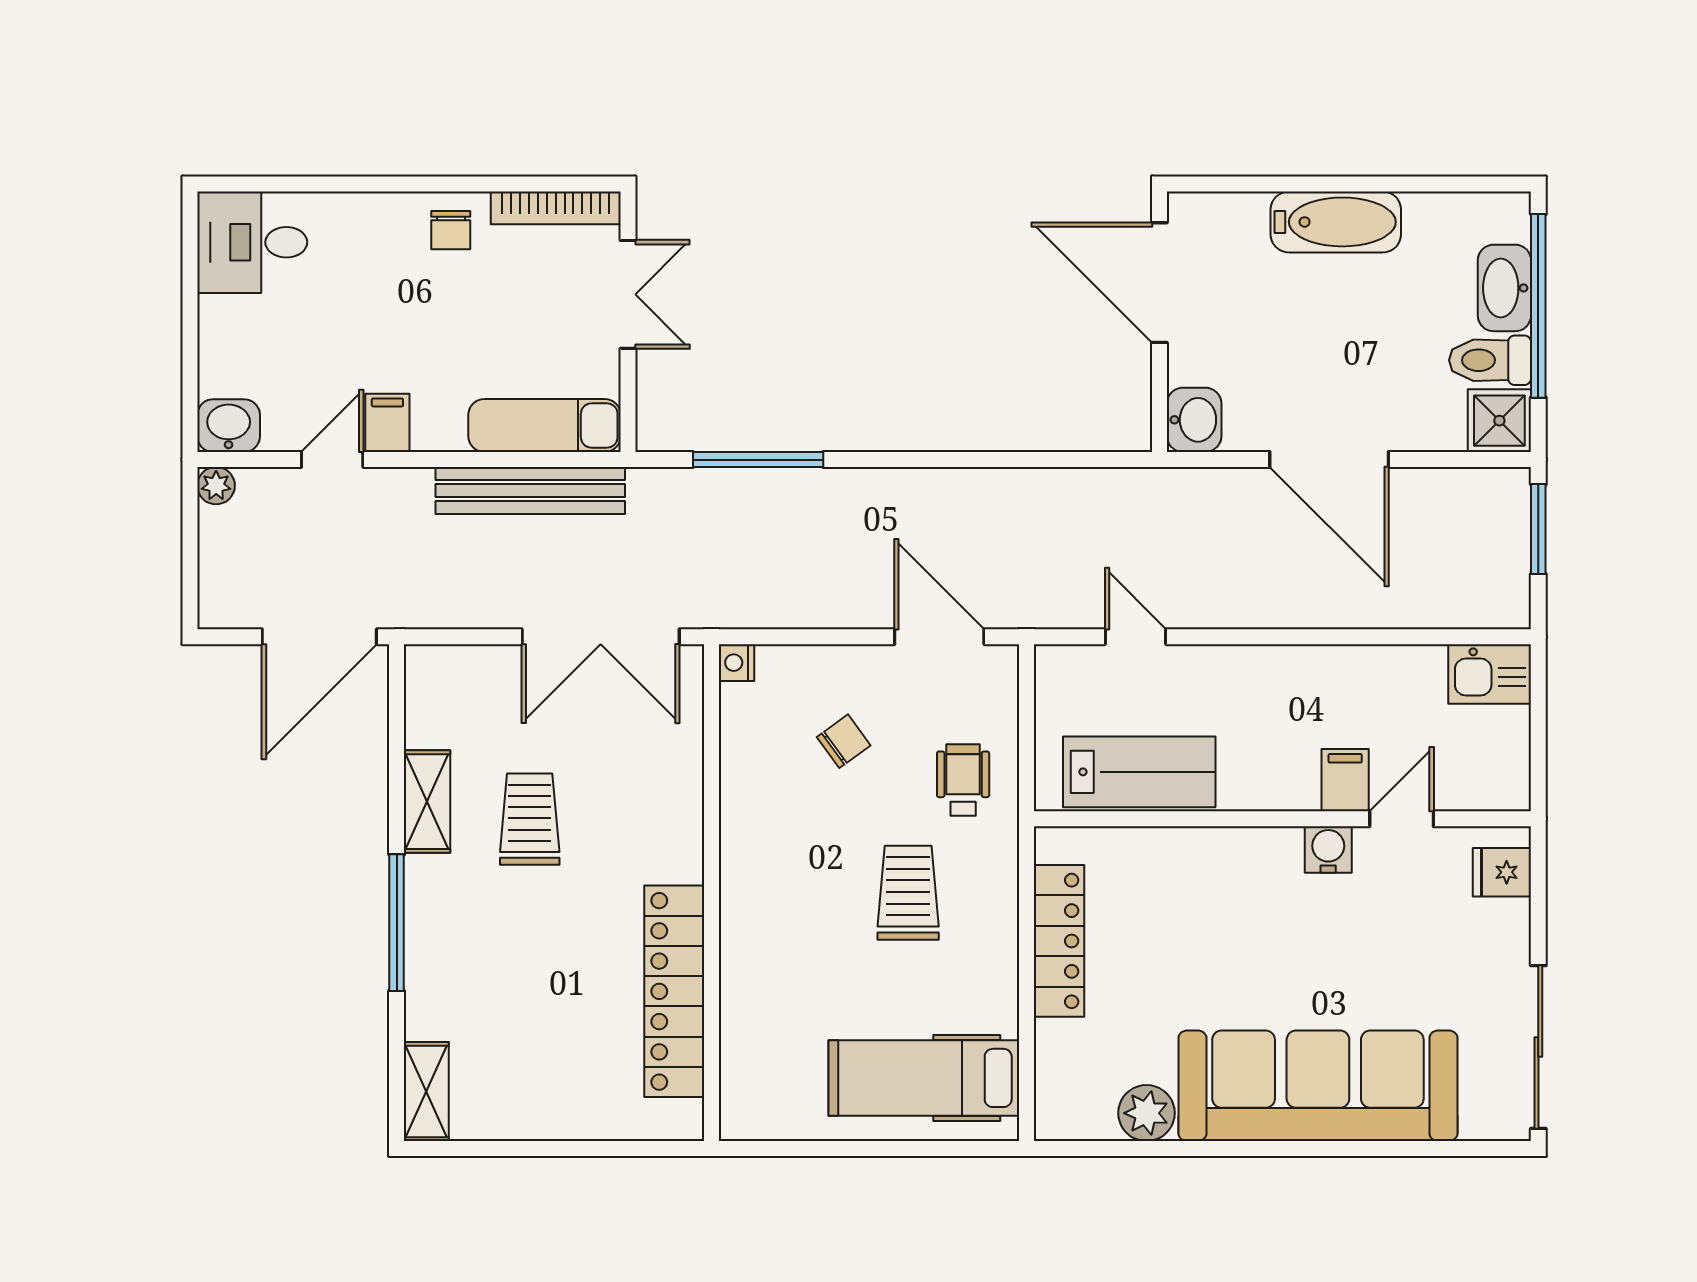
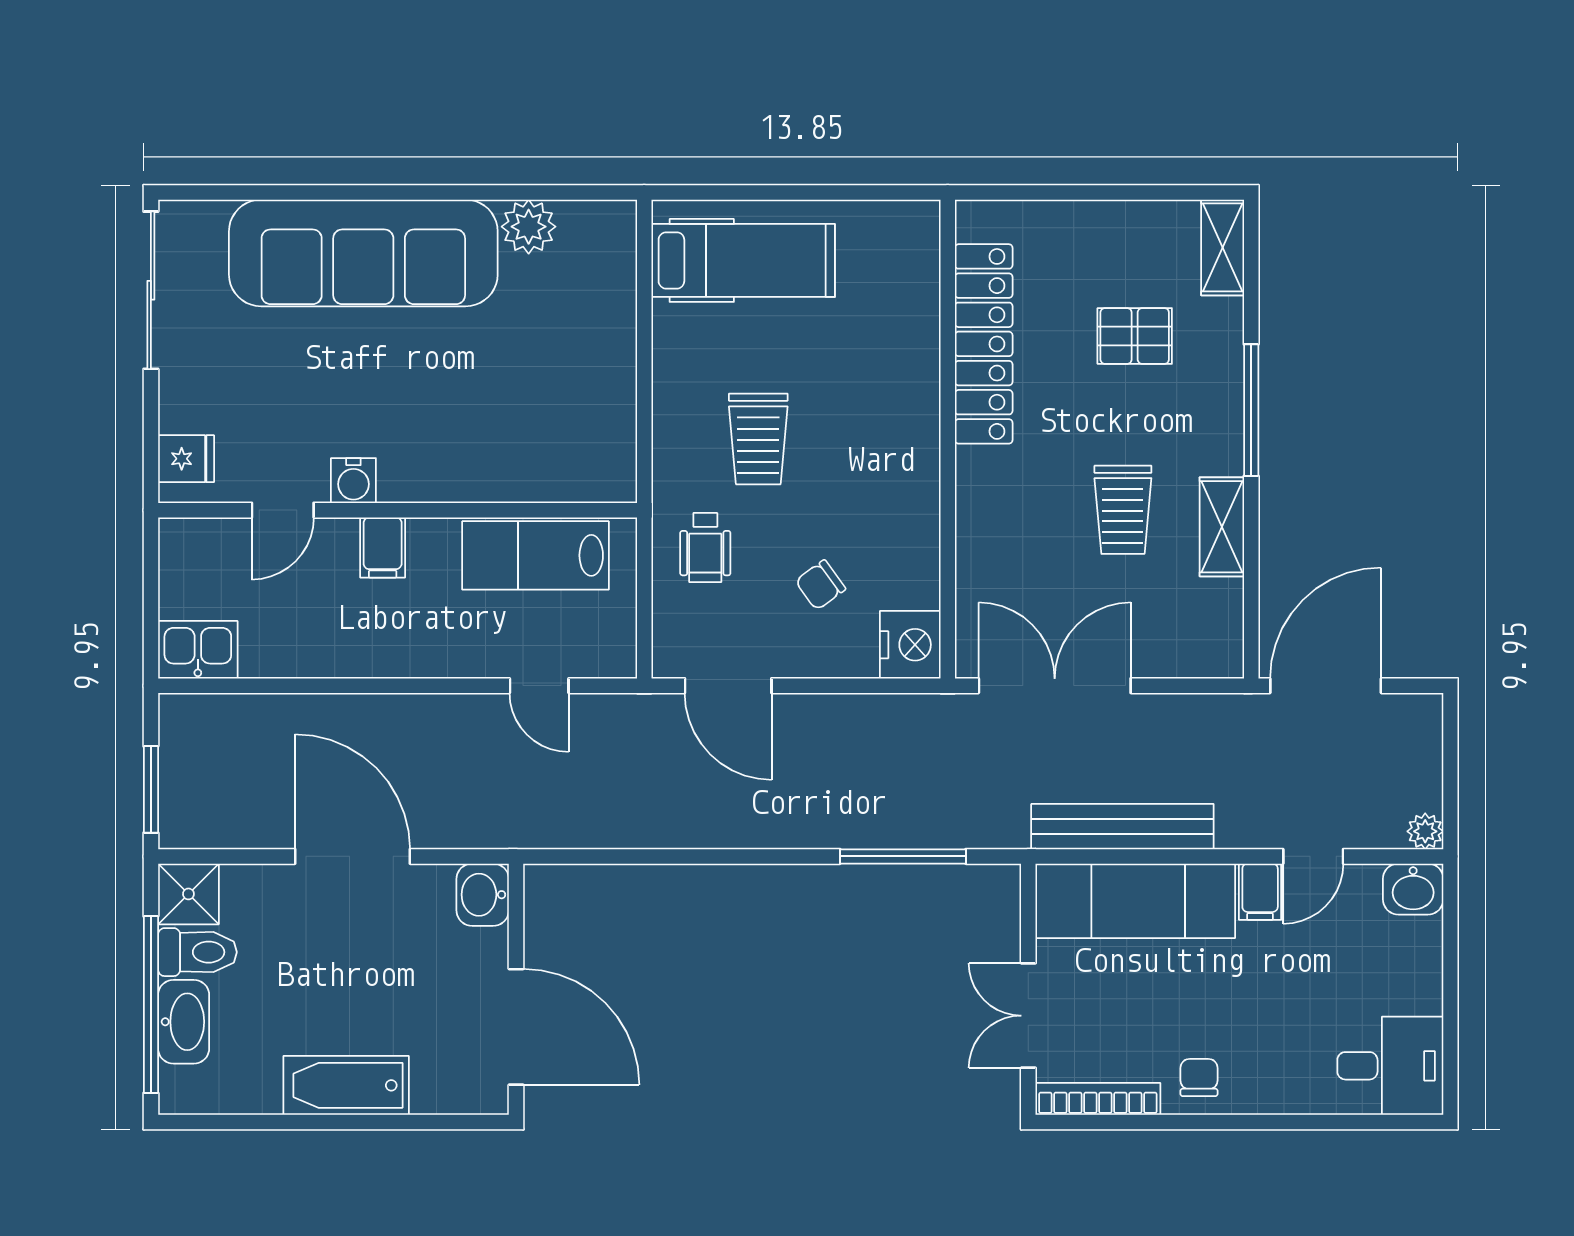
exam couch: (544, 425) -> (1135, 901), width x1.36, depth x1.45
nightstand: (737, 663) -> (910, 645), width x1.89, depth x1.79
filing cabinet: (1345, 780) -> (383, 547), moved
locker: (1059, 941) -> (613, 392), removed
pallet: (518, 1000) -> (1135, 336), added

